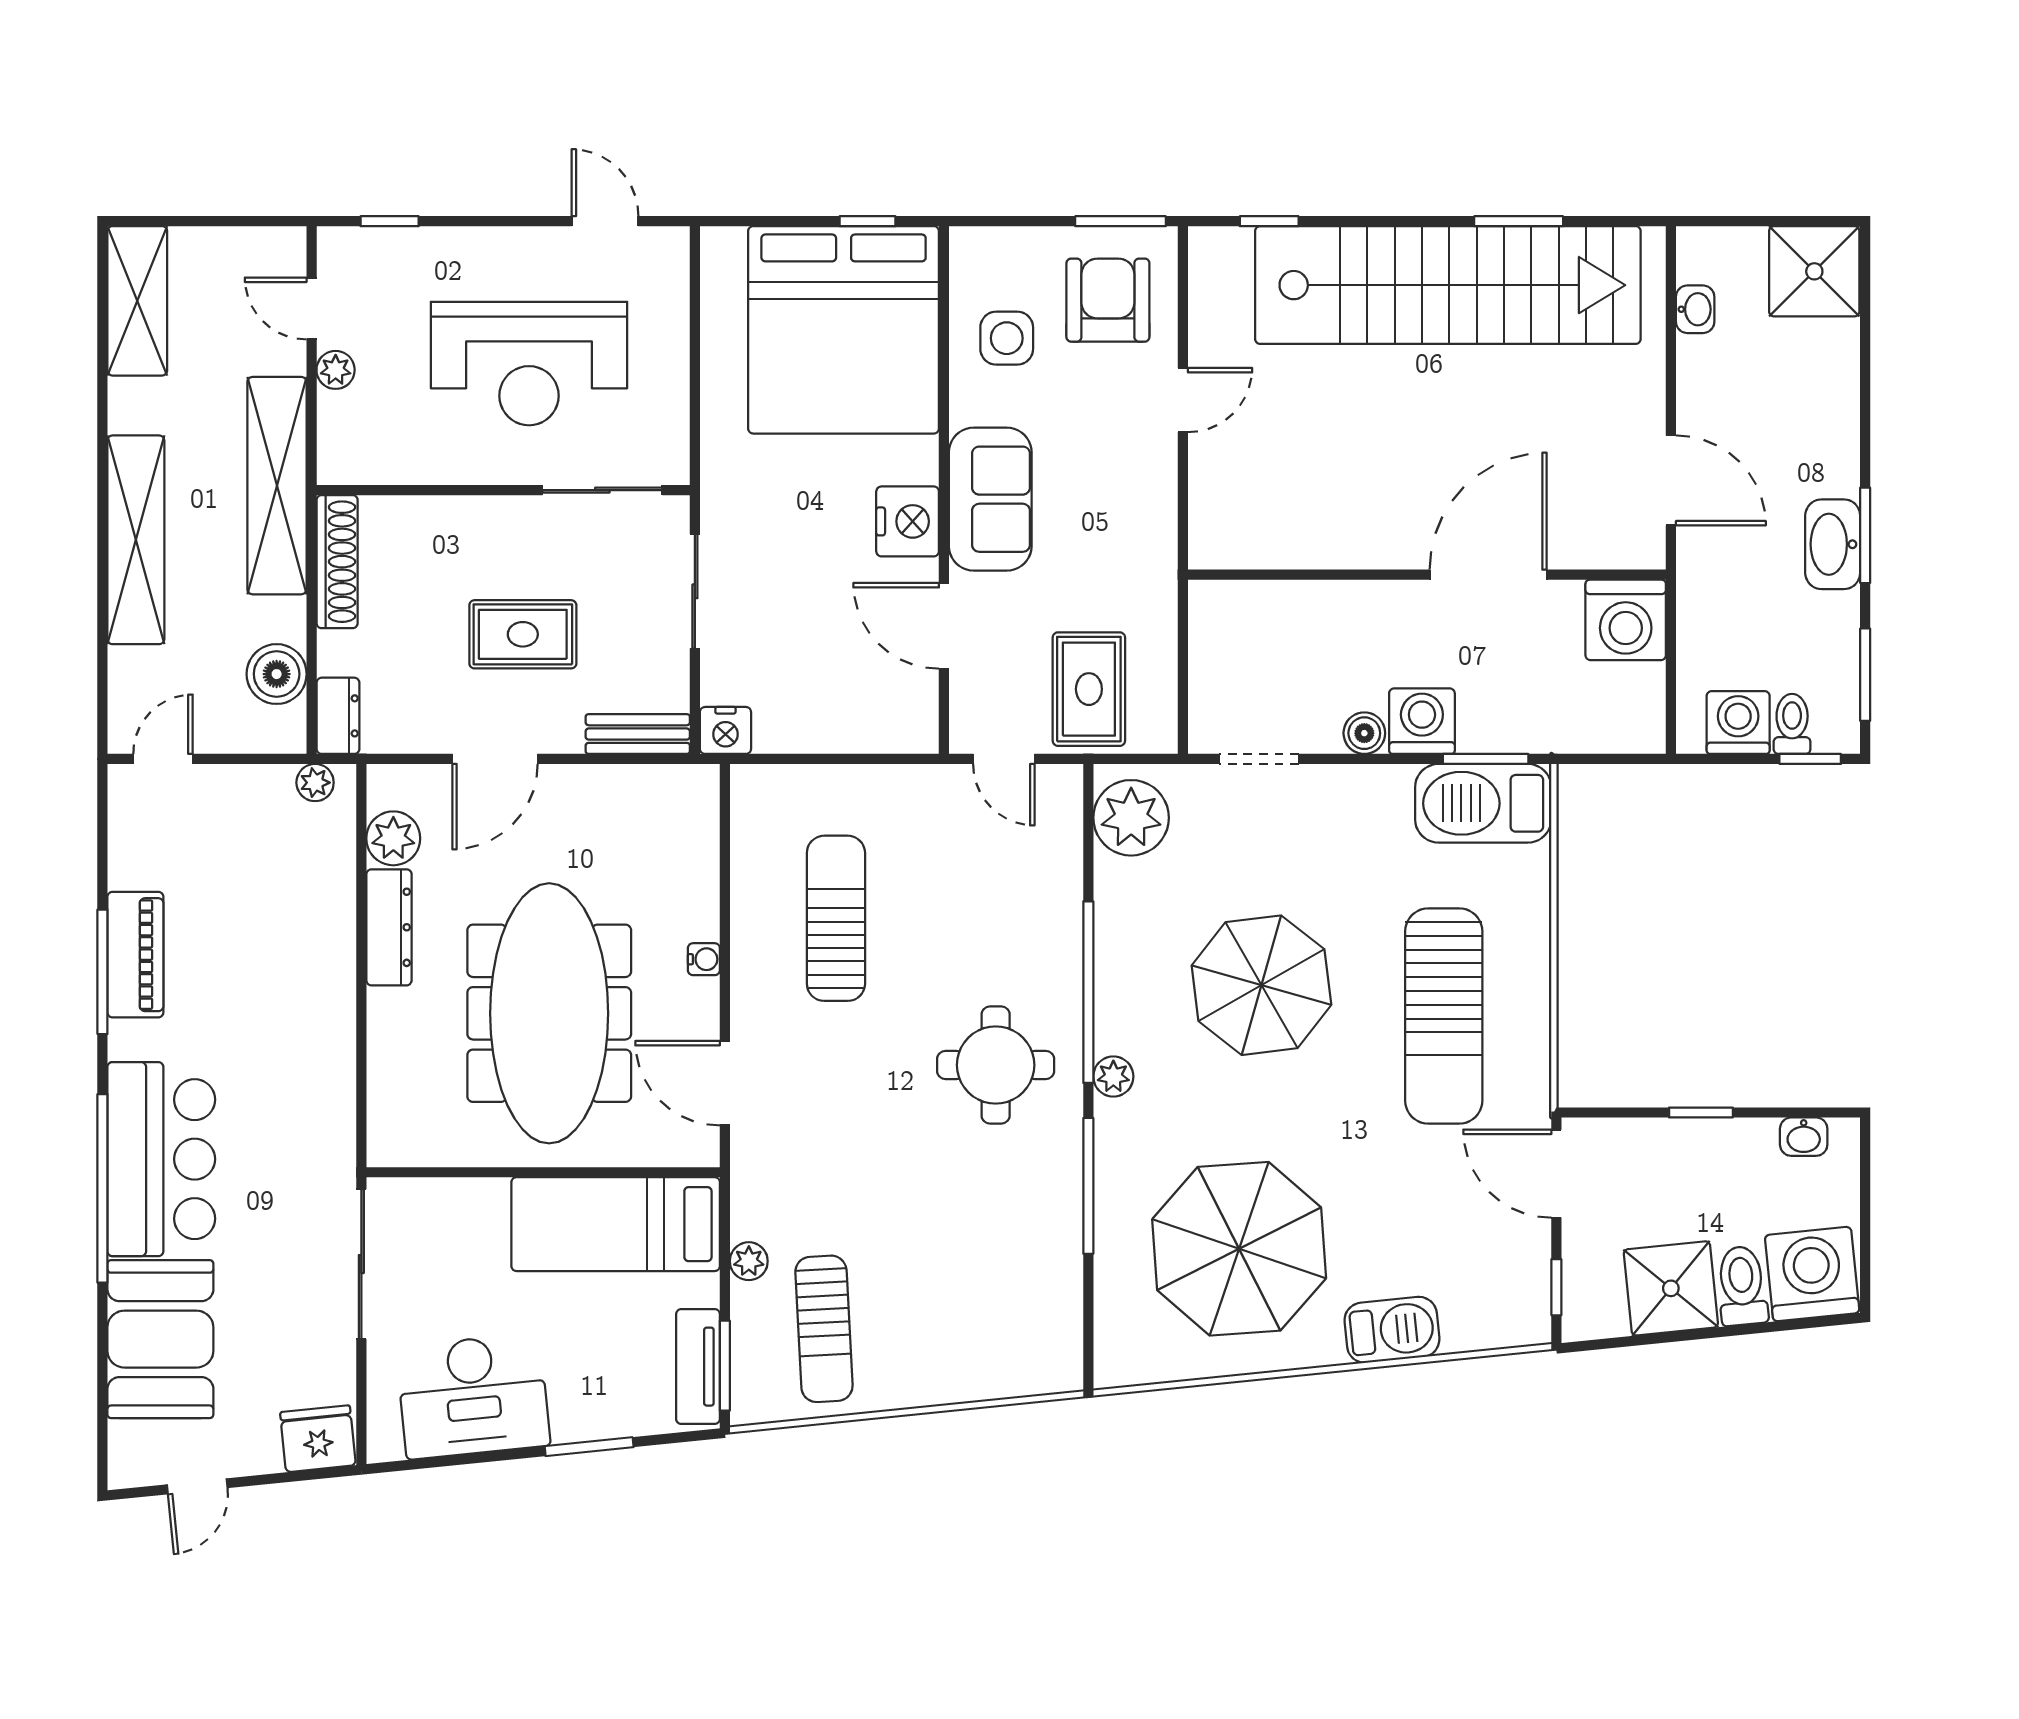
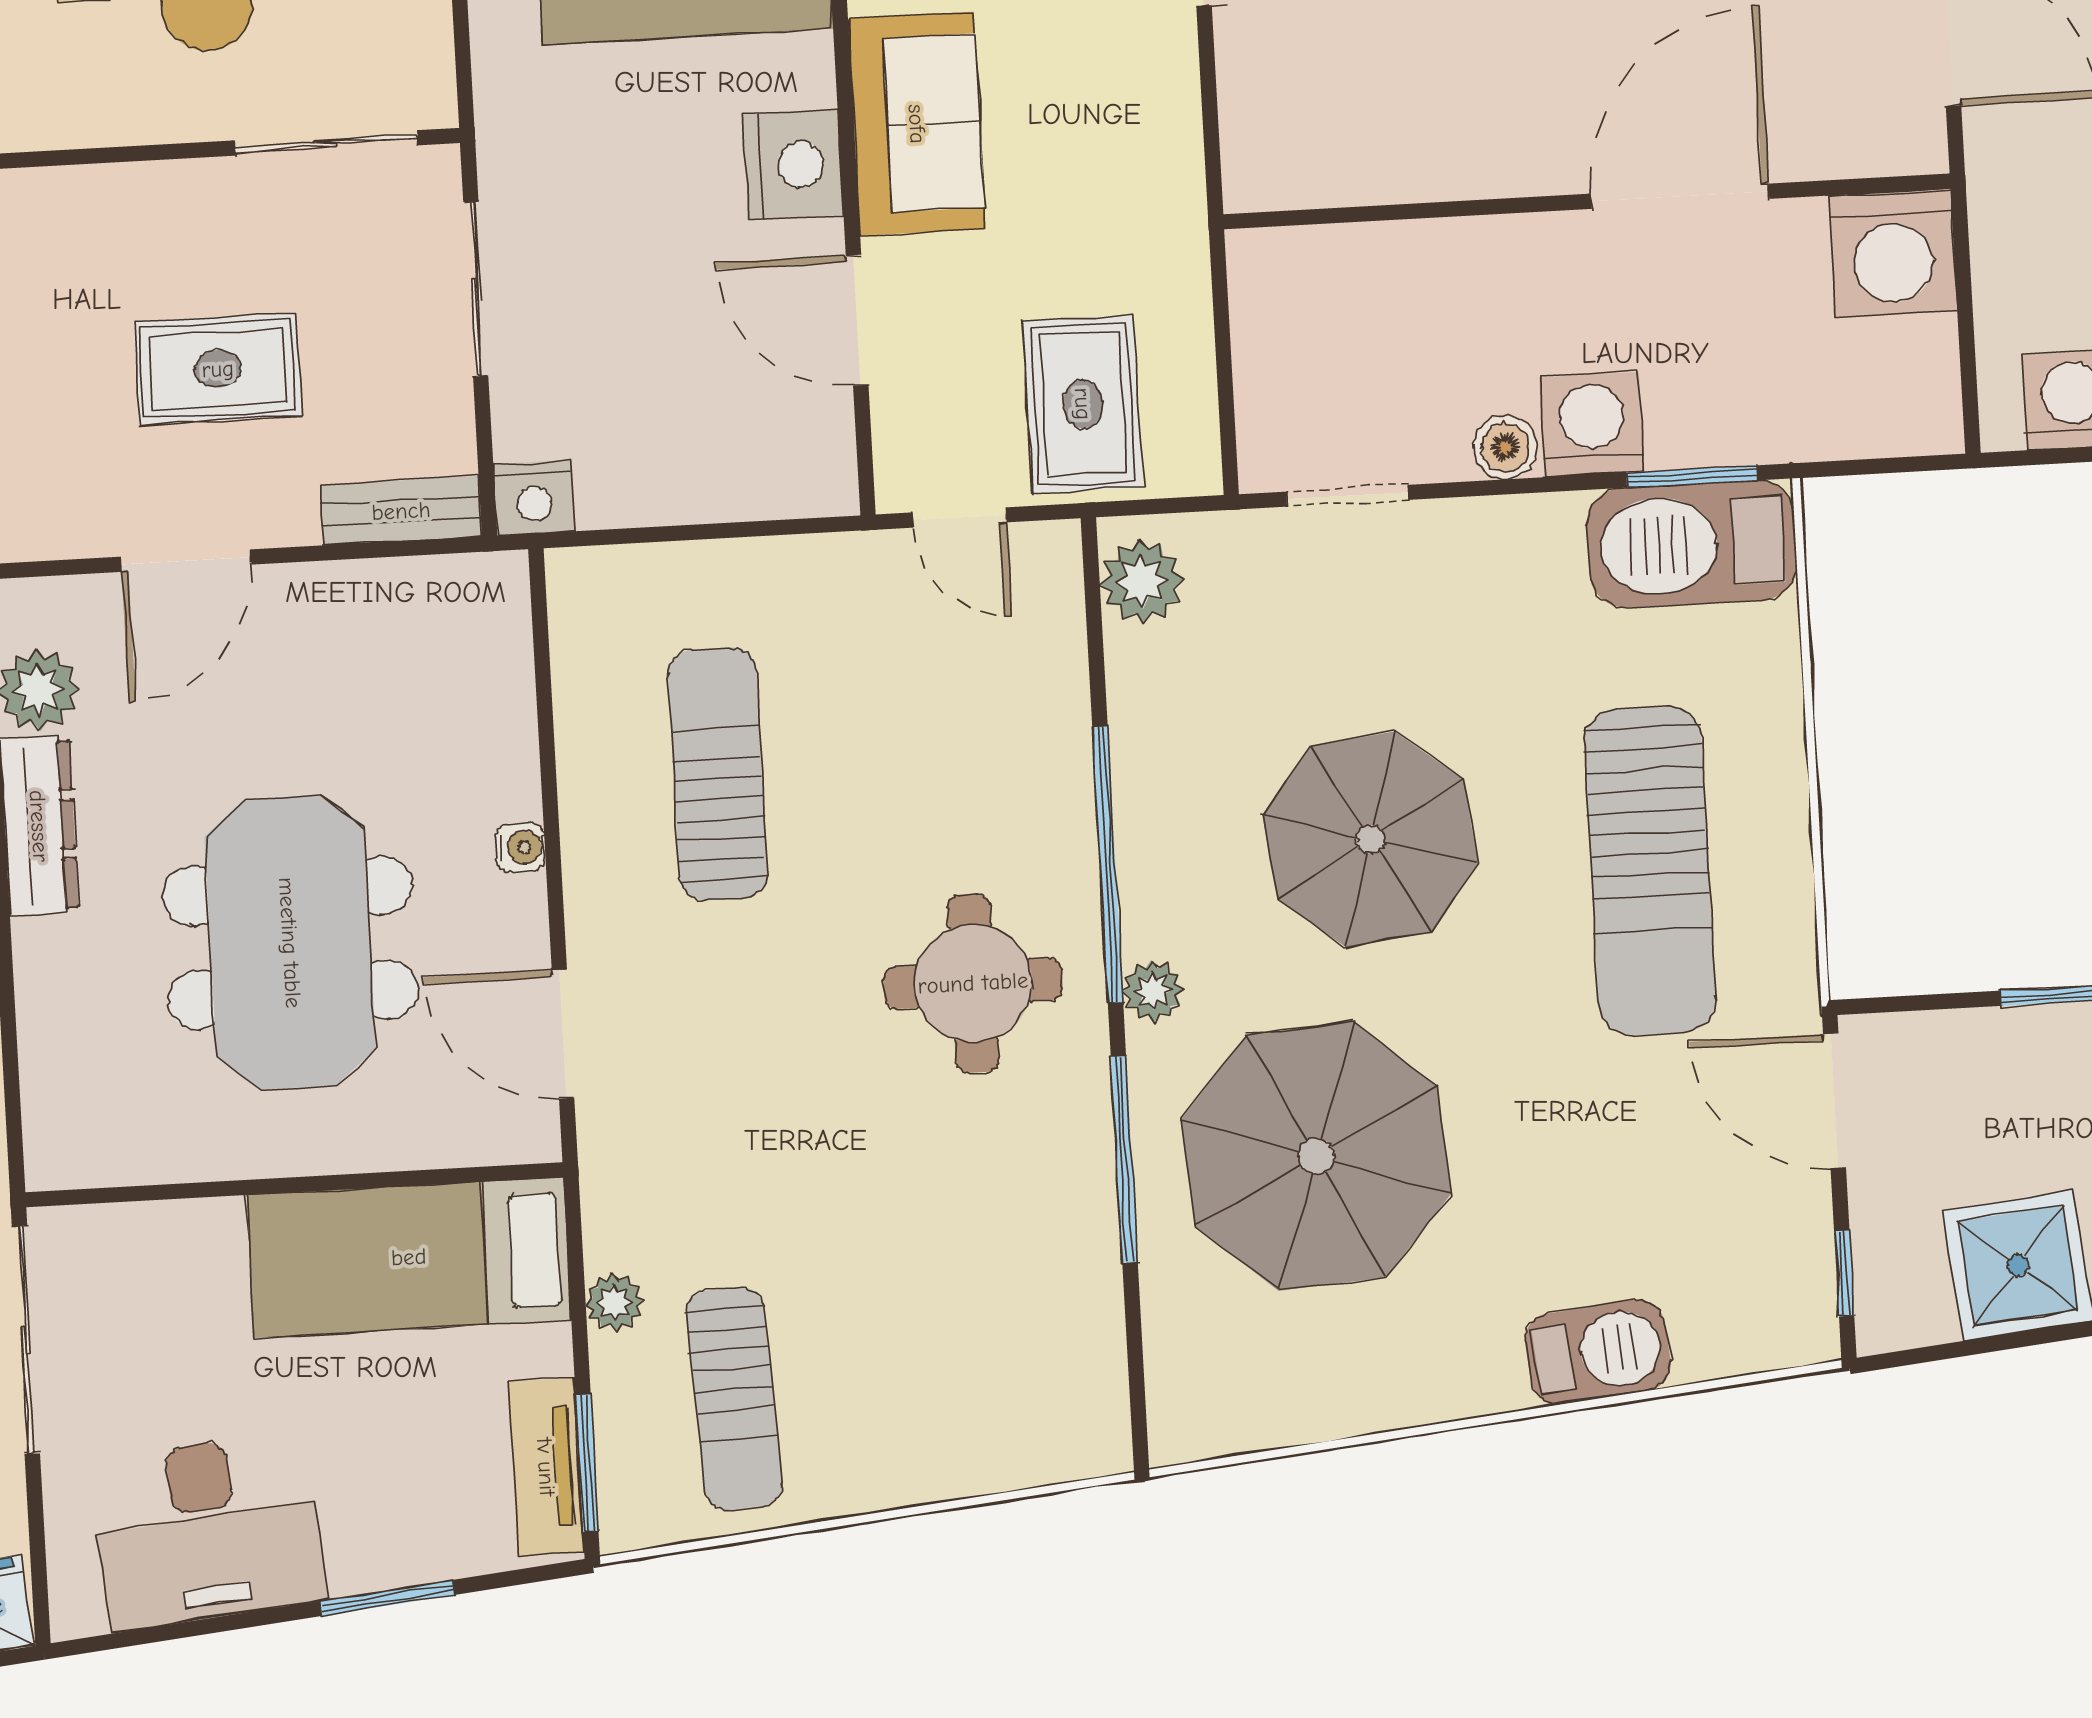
plant: (1131, 818) -> (1142, 582), width x0.73, depth x0.73
meeting table: (549, 1013) -> (290, 943), width x0.73
parasol: (1239, 1249) -> (1316, 1156), moved

